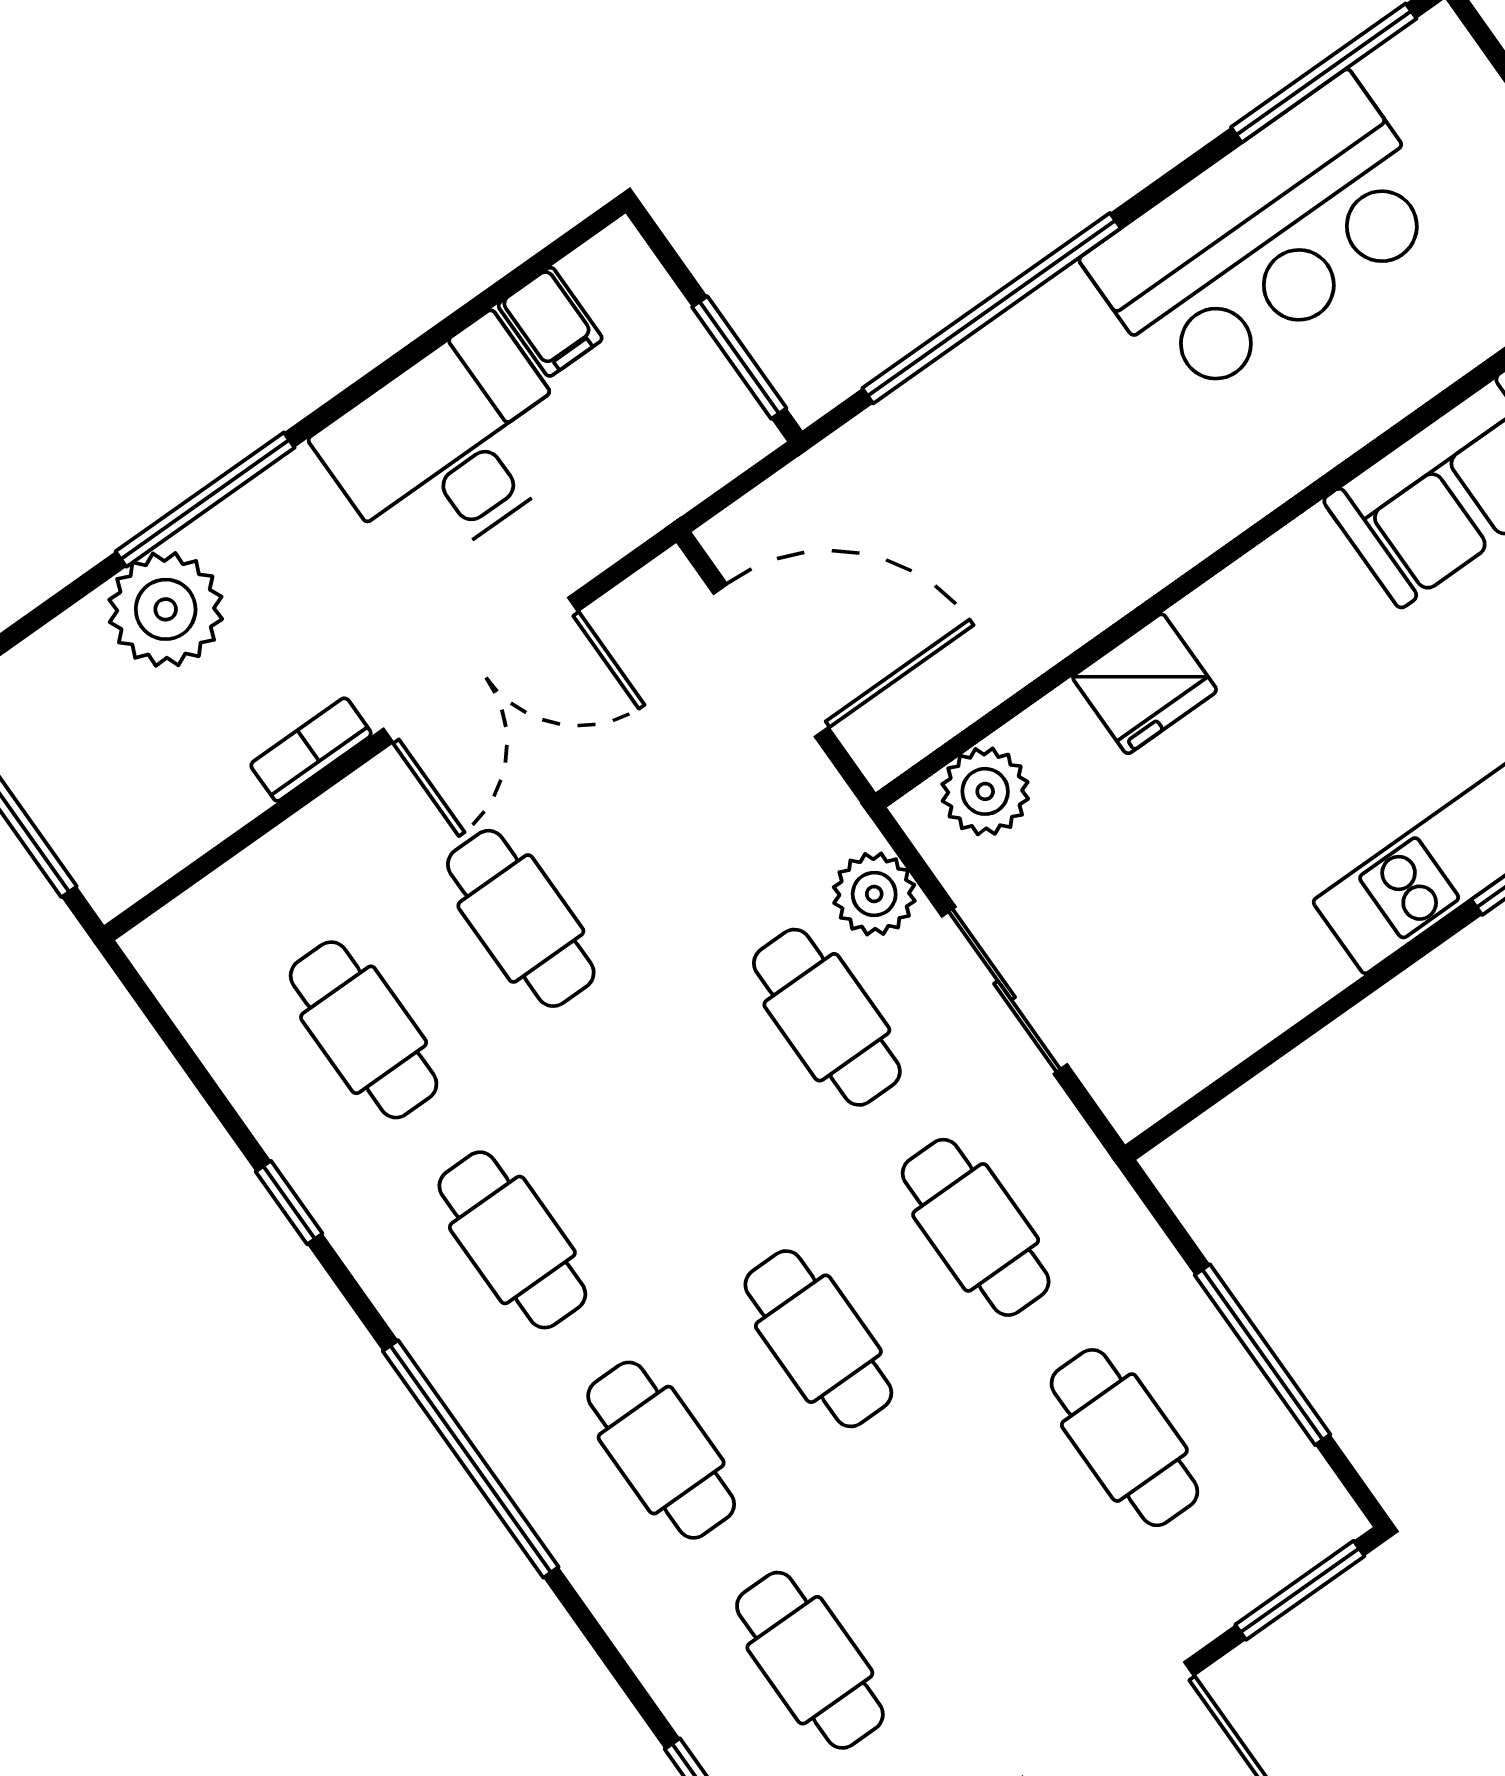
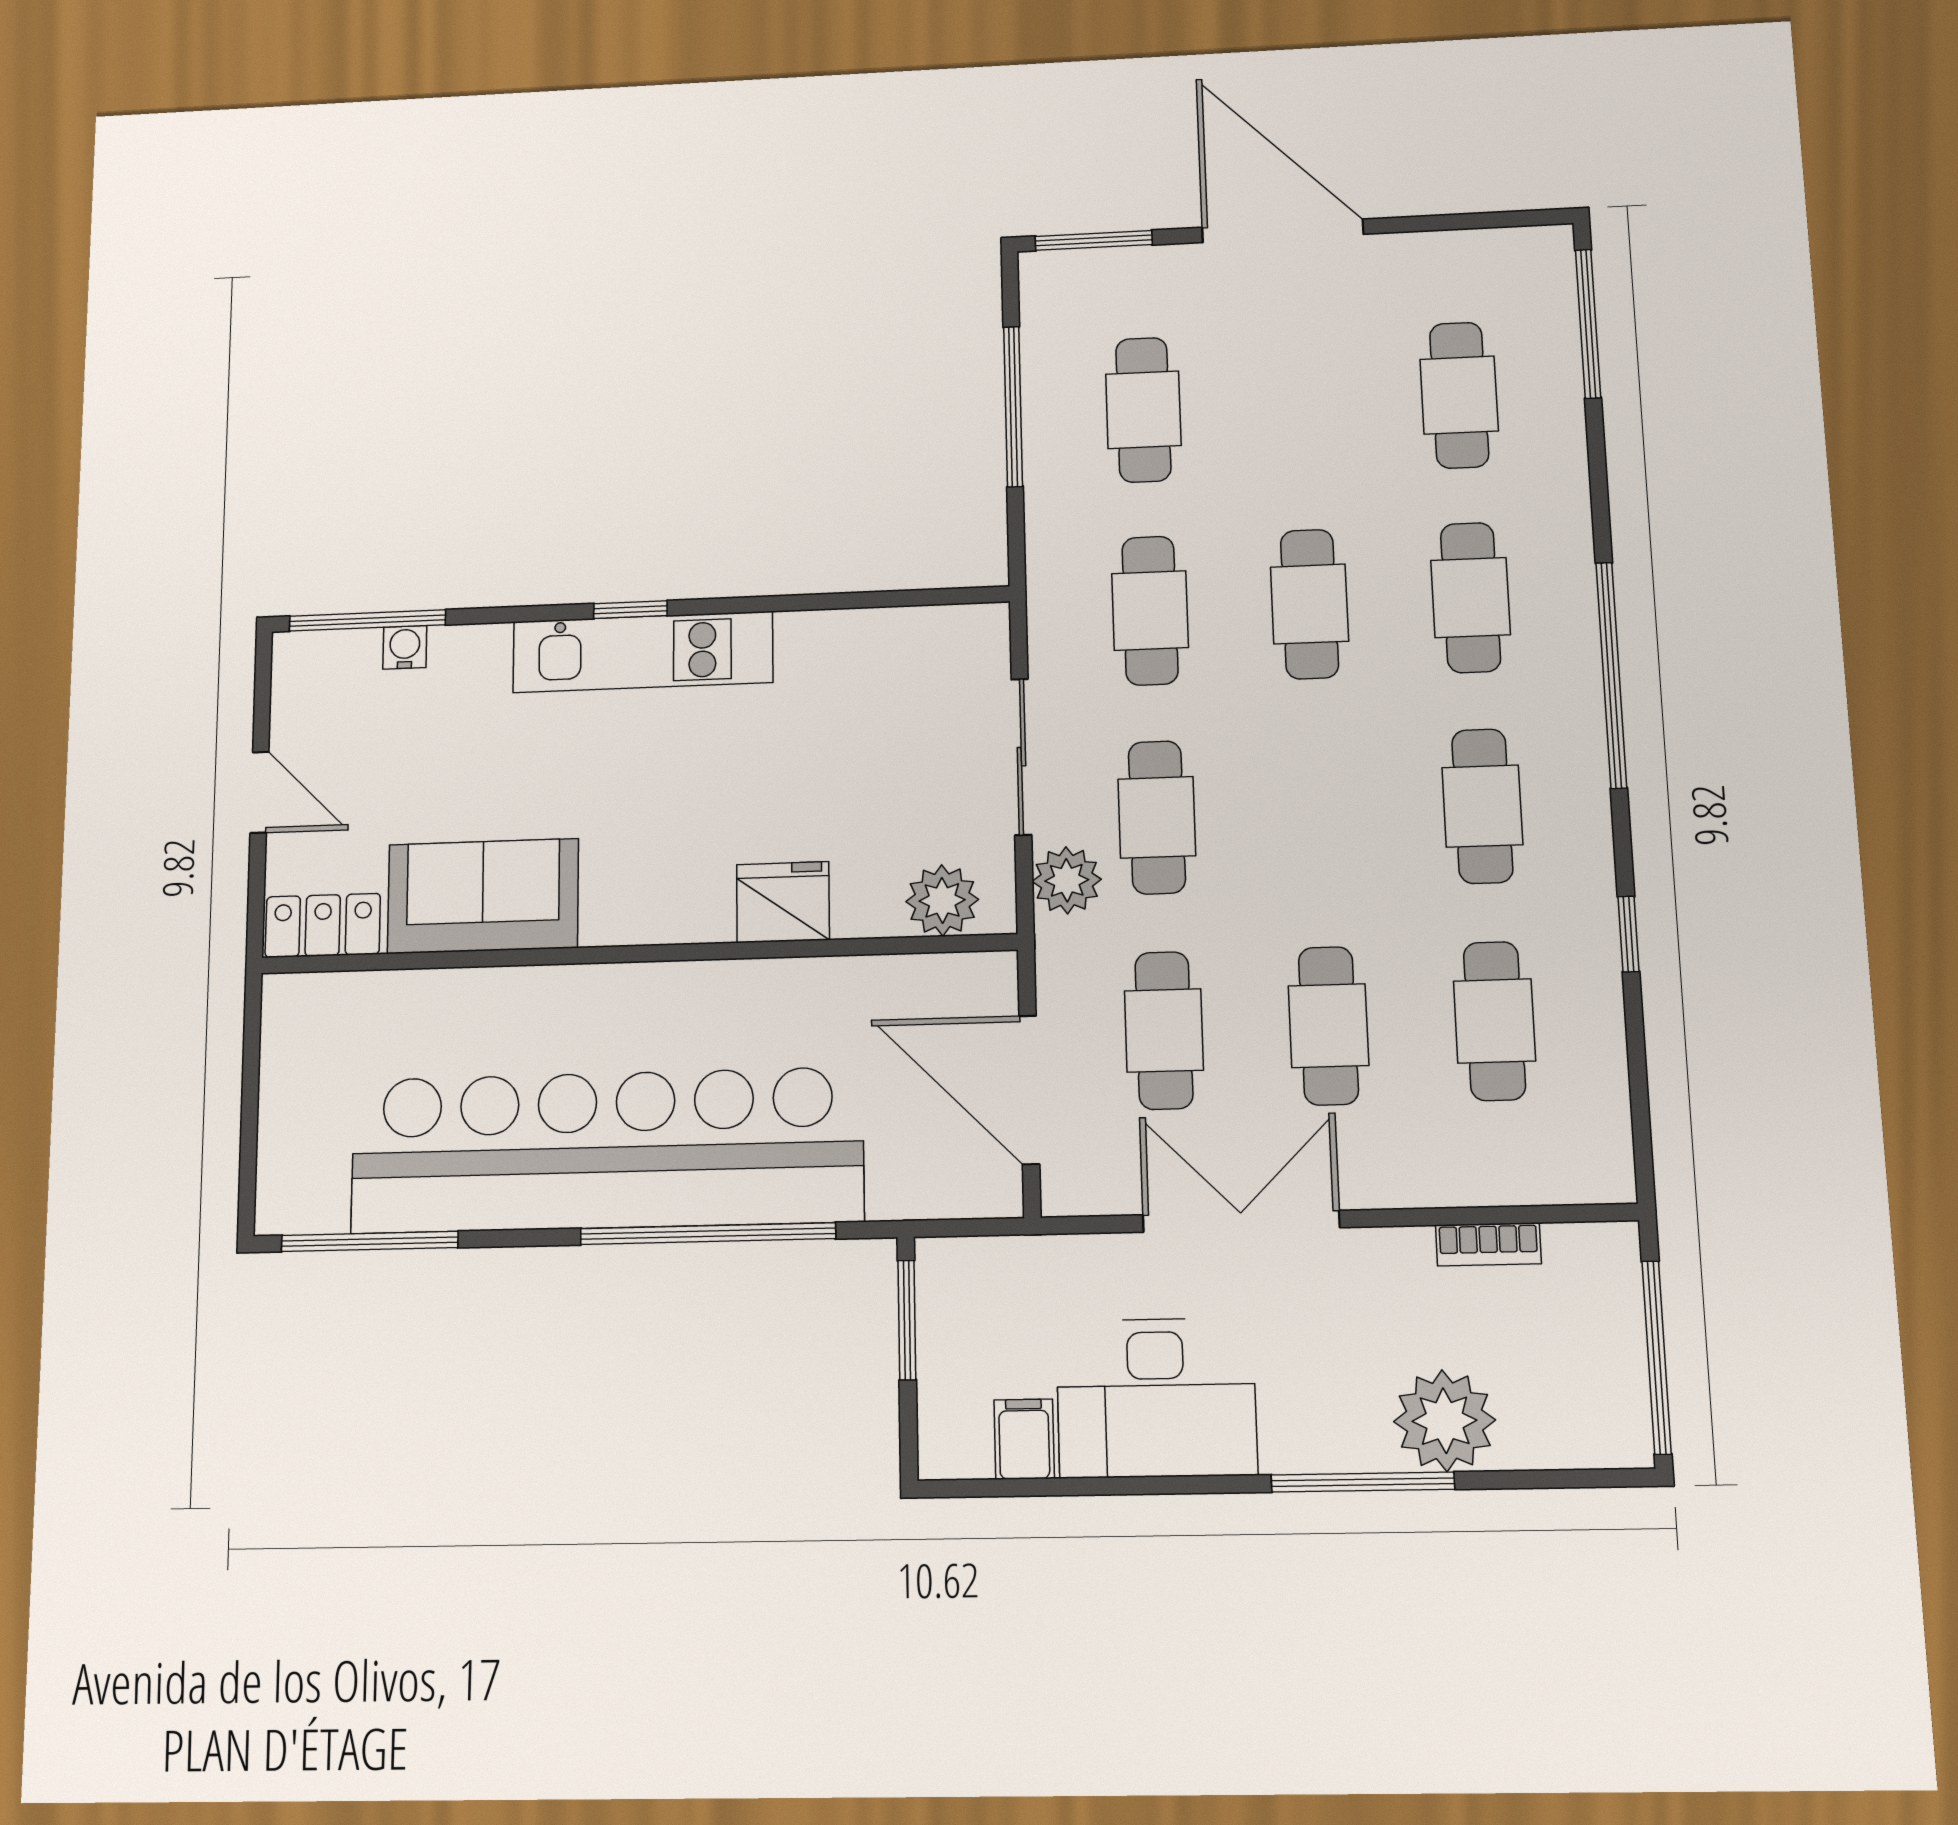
bar counter: (1266, 238) -> (606, 1150), width x1.86
bookcase: (311, 750) -> (1488, 1244), moved
cafe table: (678, 807) -> (1164, 1030), added

